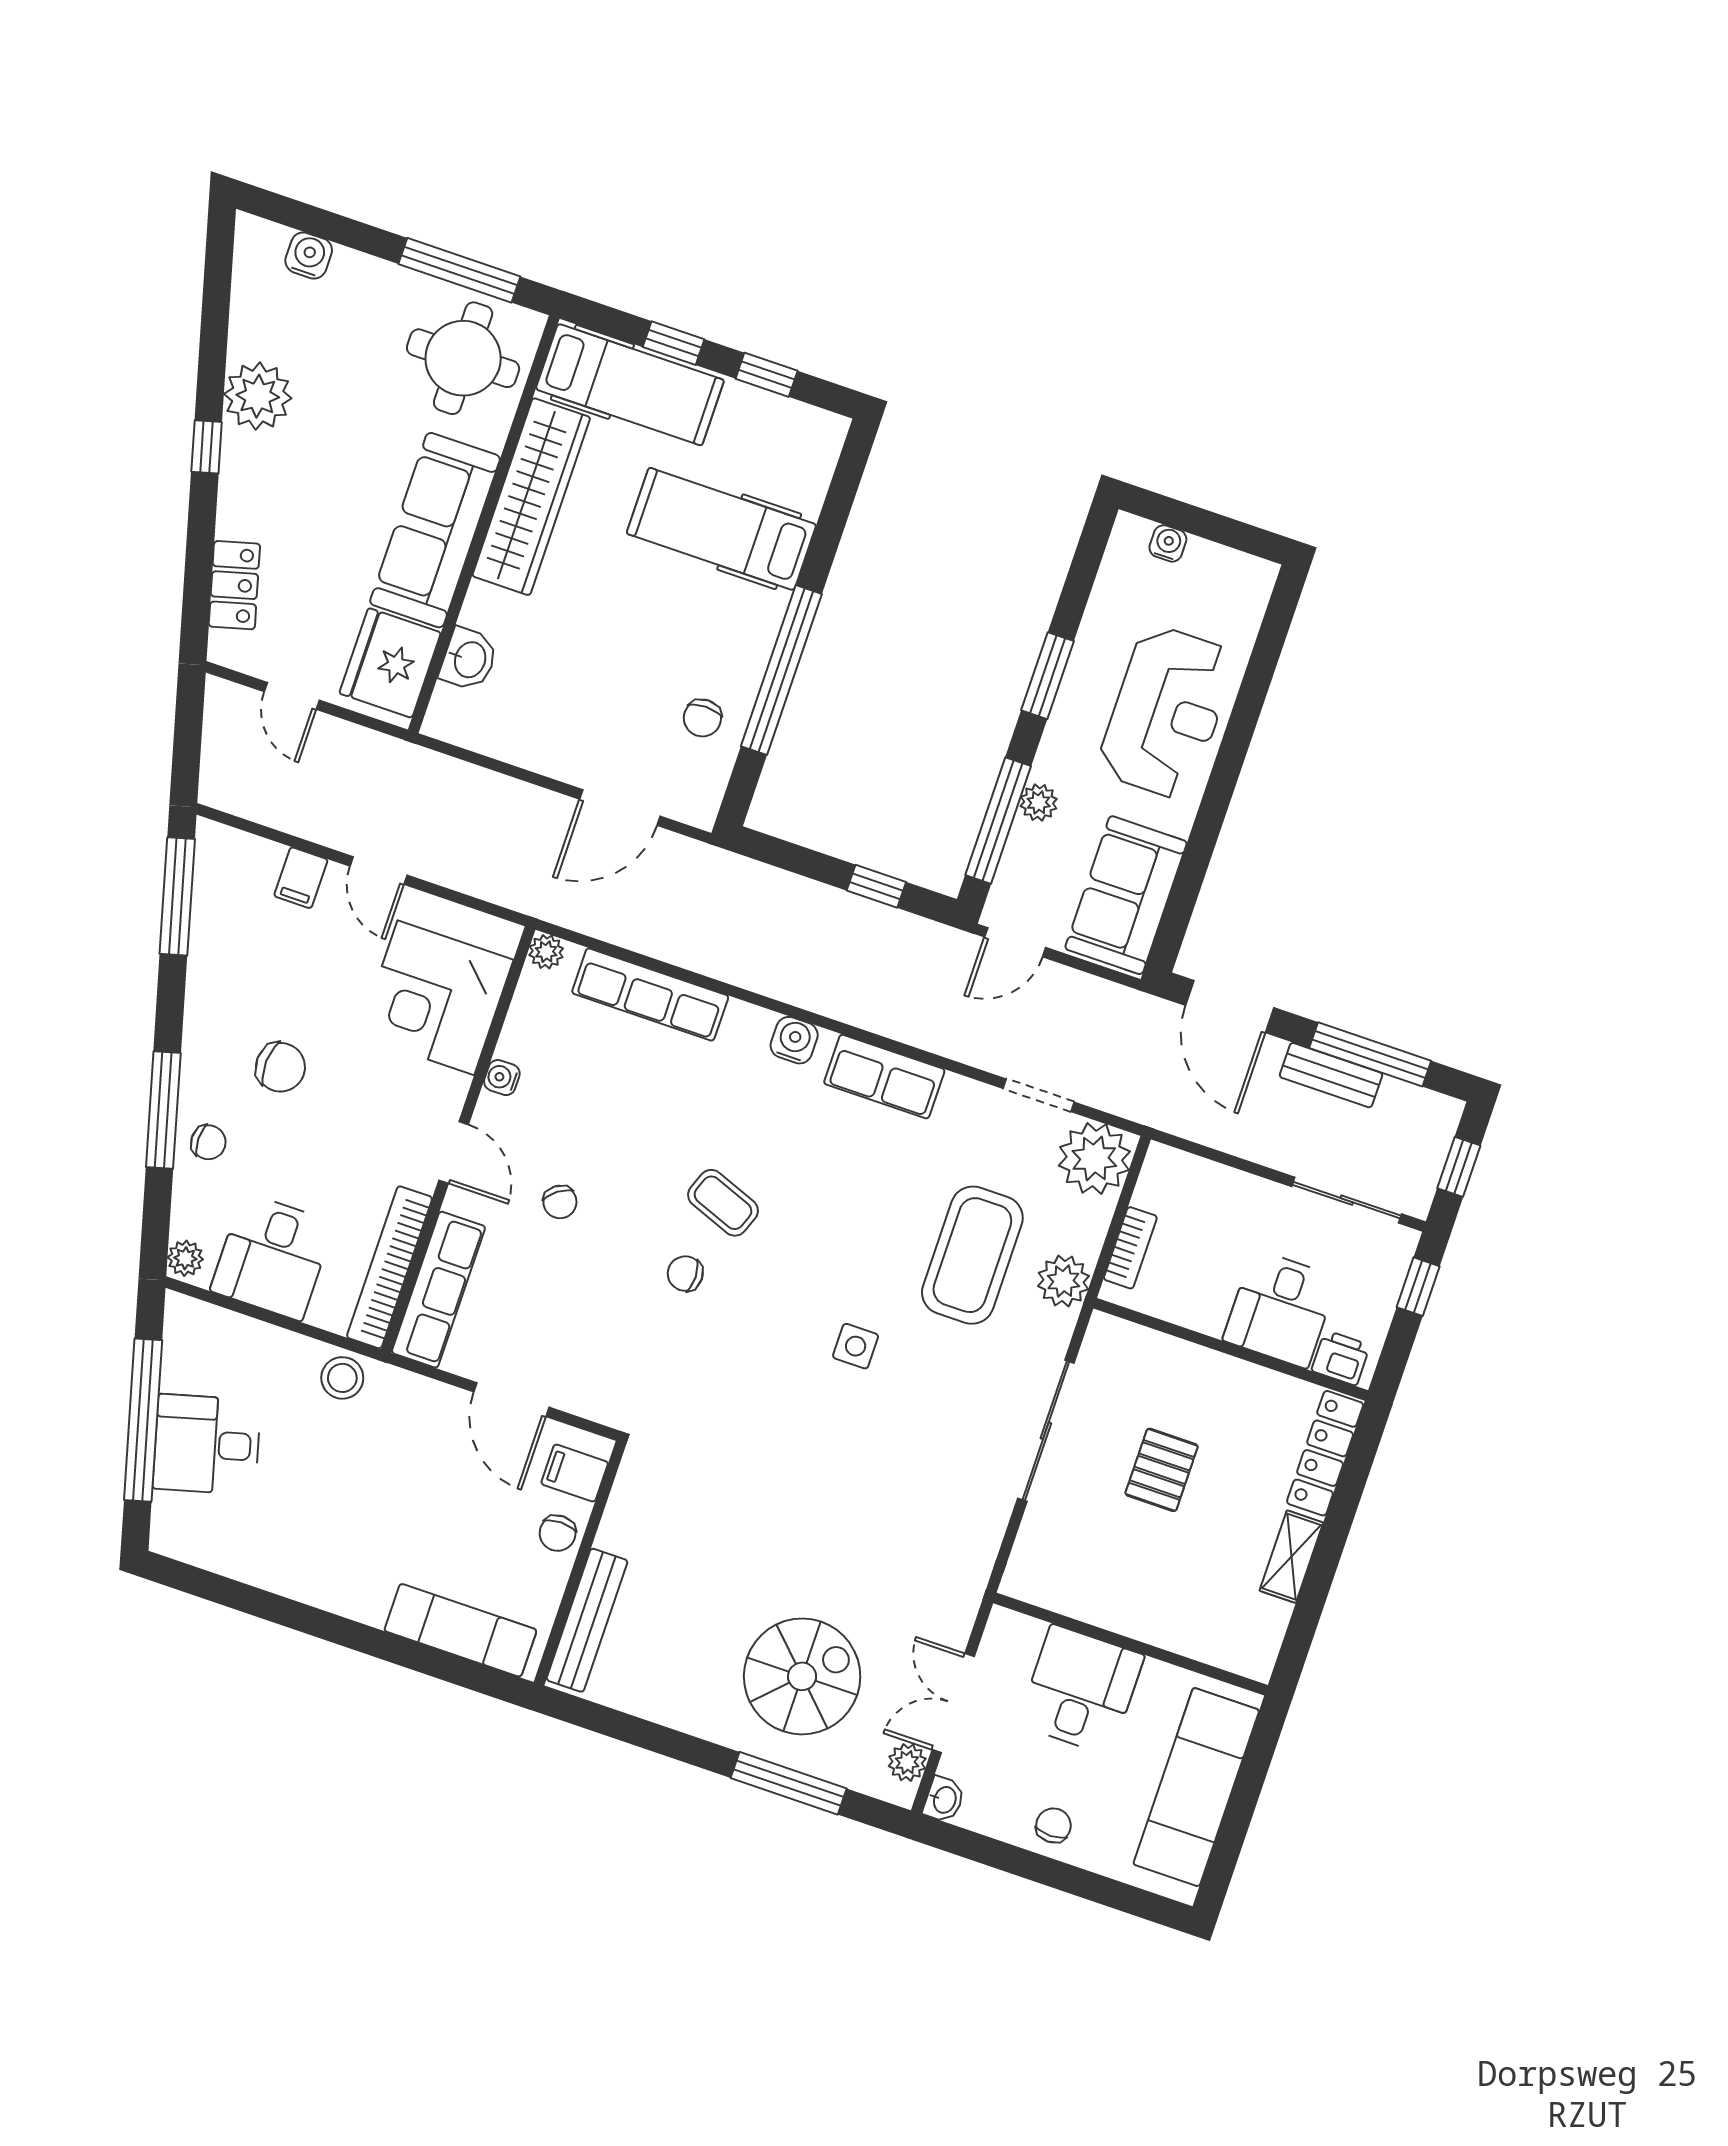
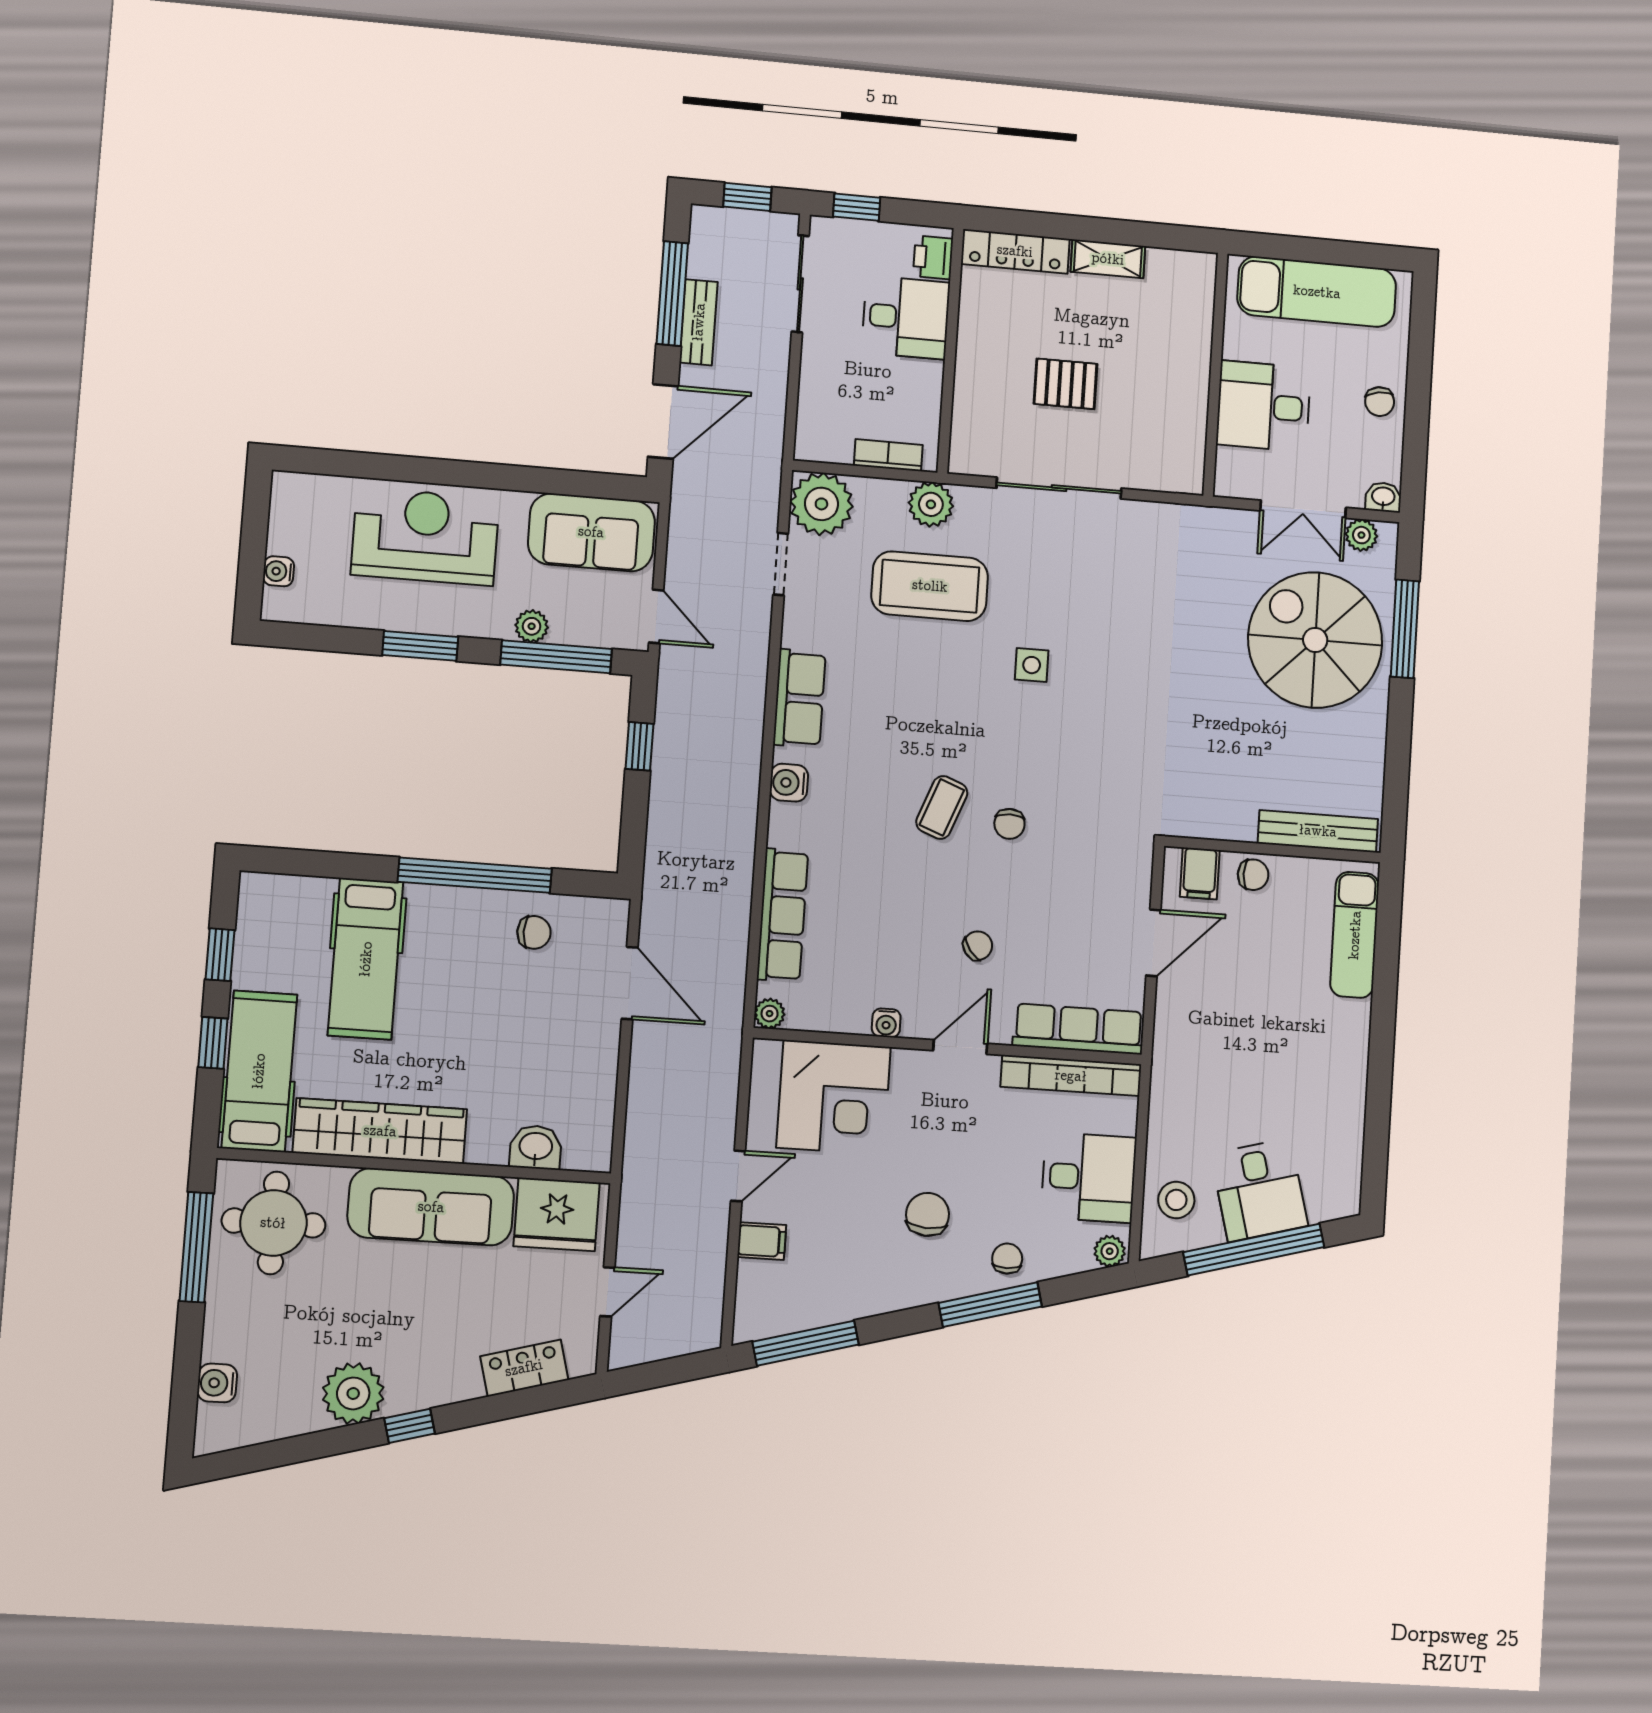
stool: (342, 1378) -> (1176, 1200), moved
spiral stairs: (802, 1676) -> (1315, 640), width x1.37, depth x1.37
chair: (1053, 1825) -> (1380, 402), turned -99

